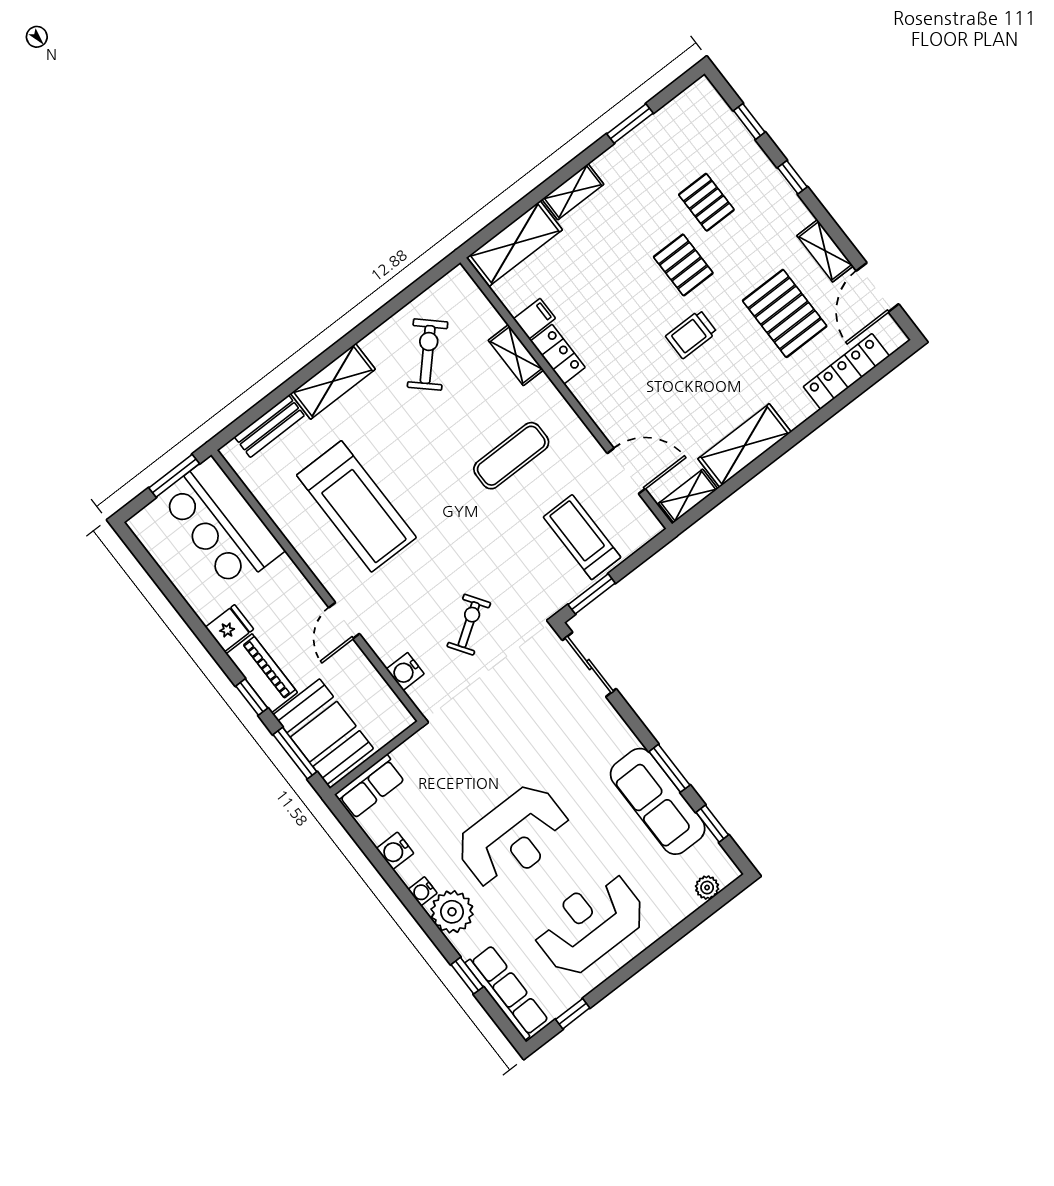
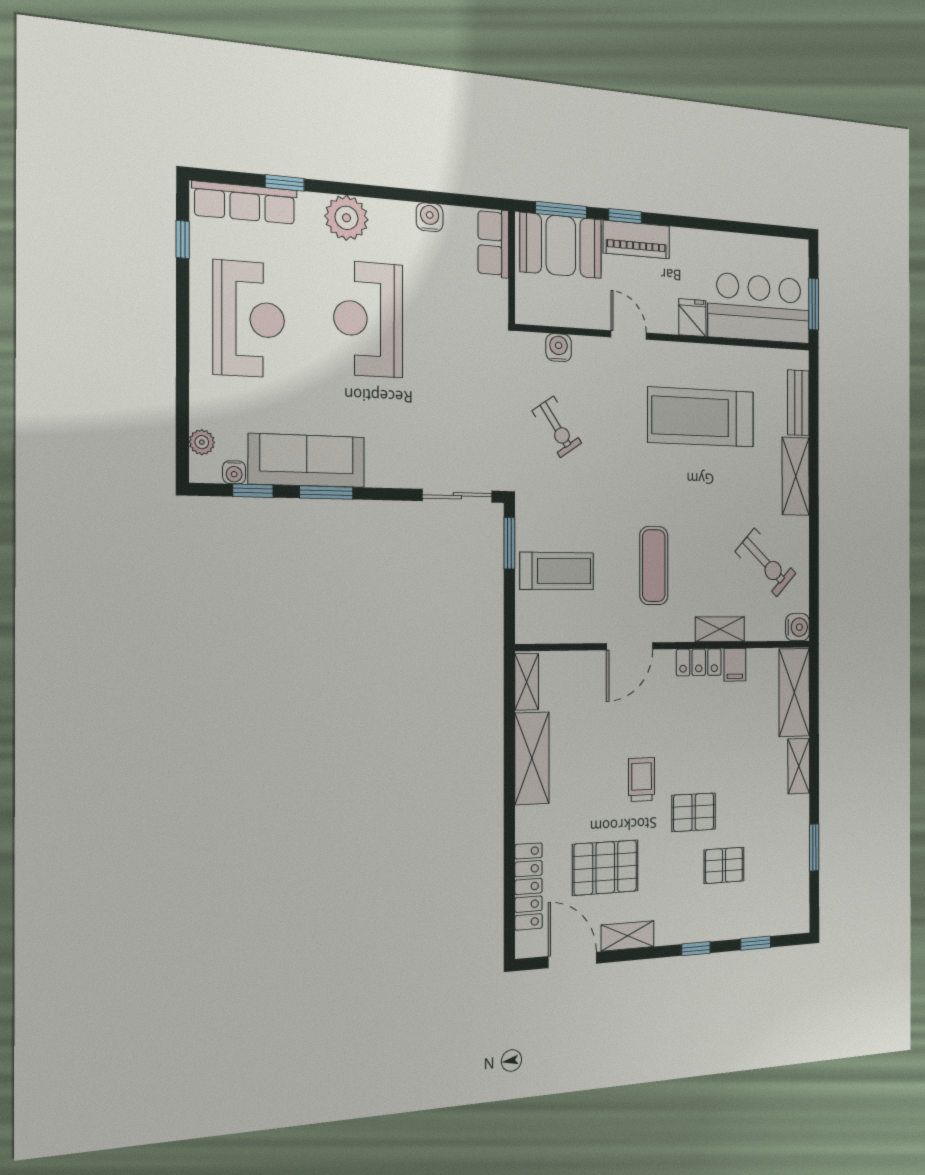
water cooler: (458, 282) -> (797, 627), added
door: (626, 471) -> (630, 646), moved
fridge: (229, 628) -> (692, 318), moved, turned 180
water cooler: (423, 891) -> (234, 472), moved, turned 180

